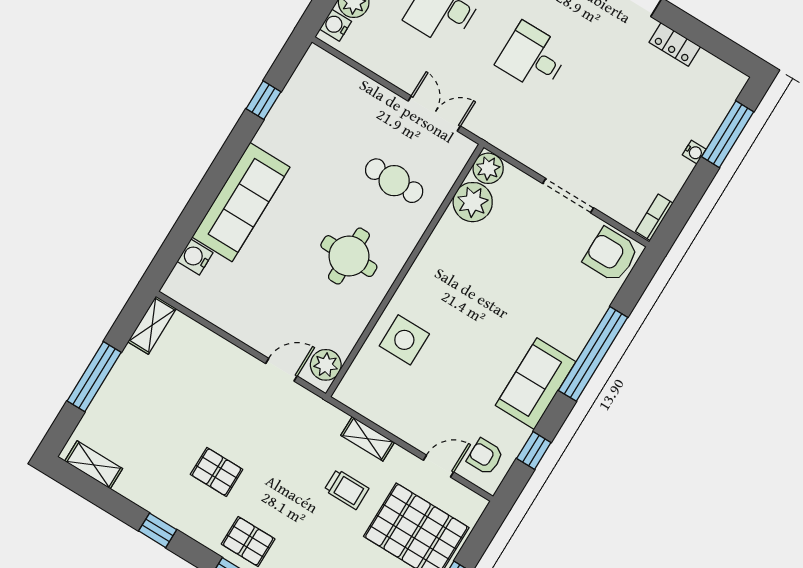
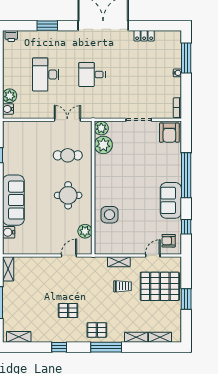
armchair: (611, 255) -> (169, 133), turned -90
plant: (326, 365) -> (85, 231), moved

